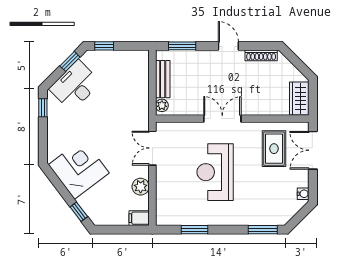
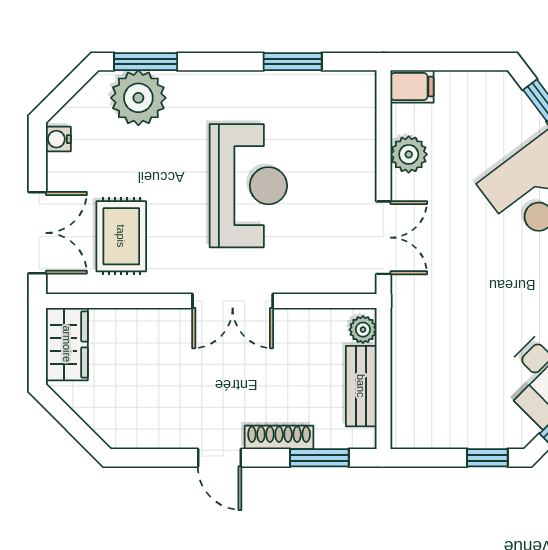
shoe rack: (261, 55) -> (279, 437), moved
plant: (266, 213) -> (138, 98), added

